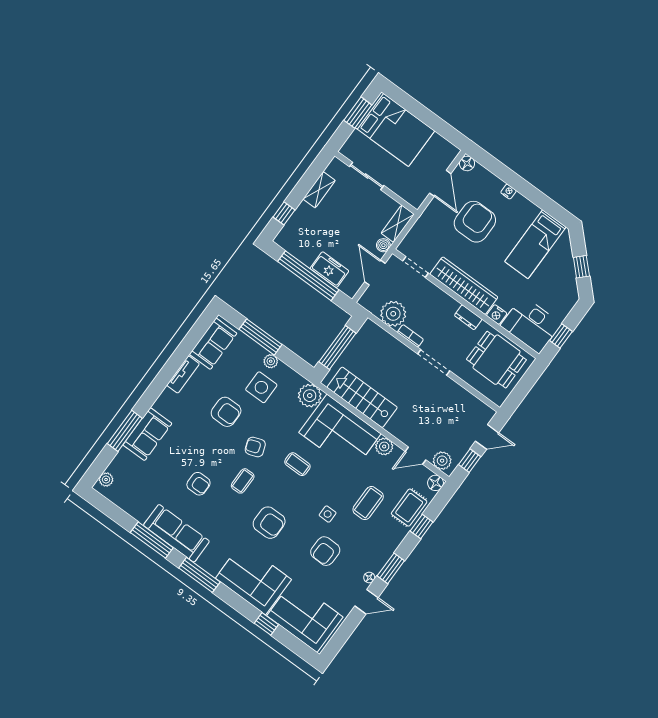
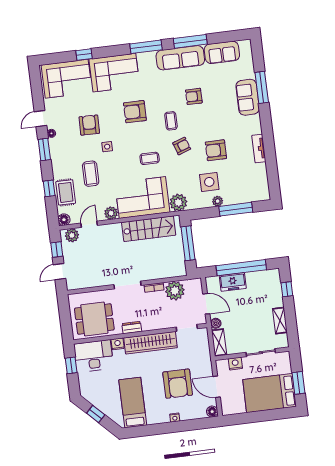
nightstand: (401, 189) -> (235, 364), added
sofa: (213, 344) -> (222, 52), moved, turned -90
plant: (106, 479) -> (247, 51), removed

